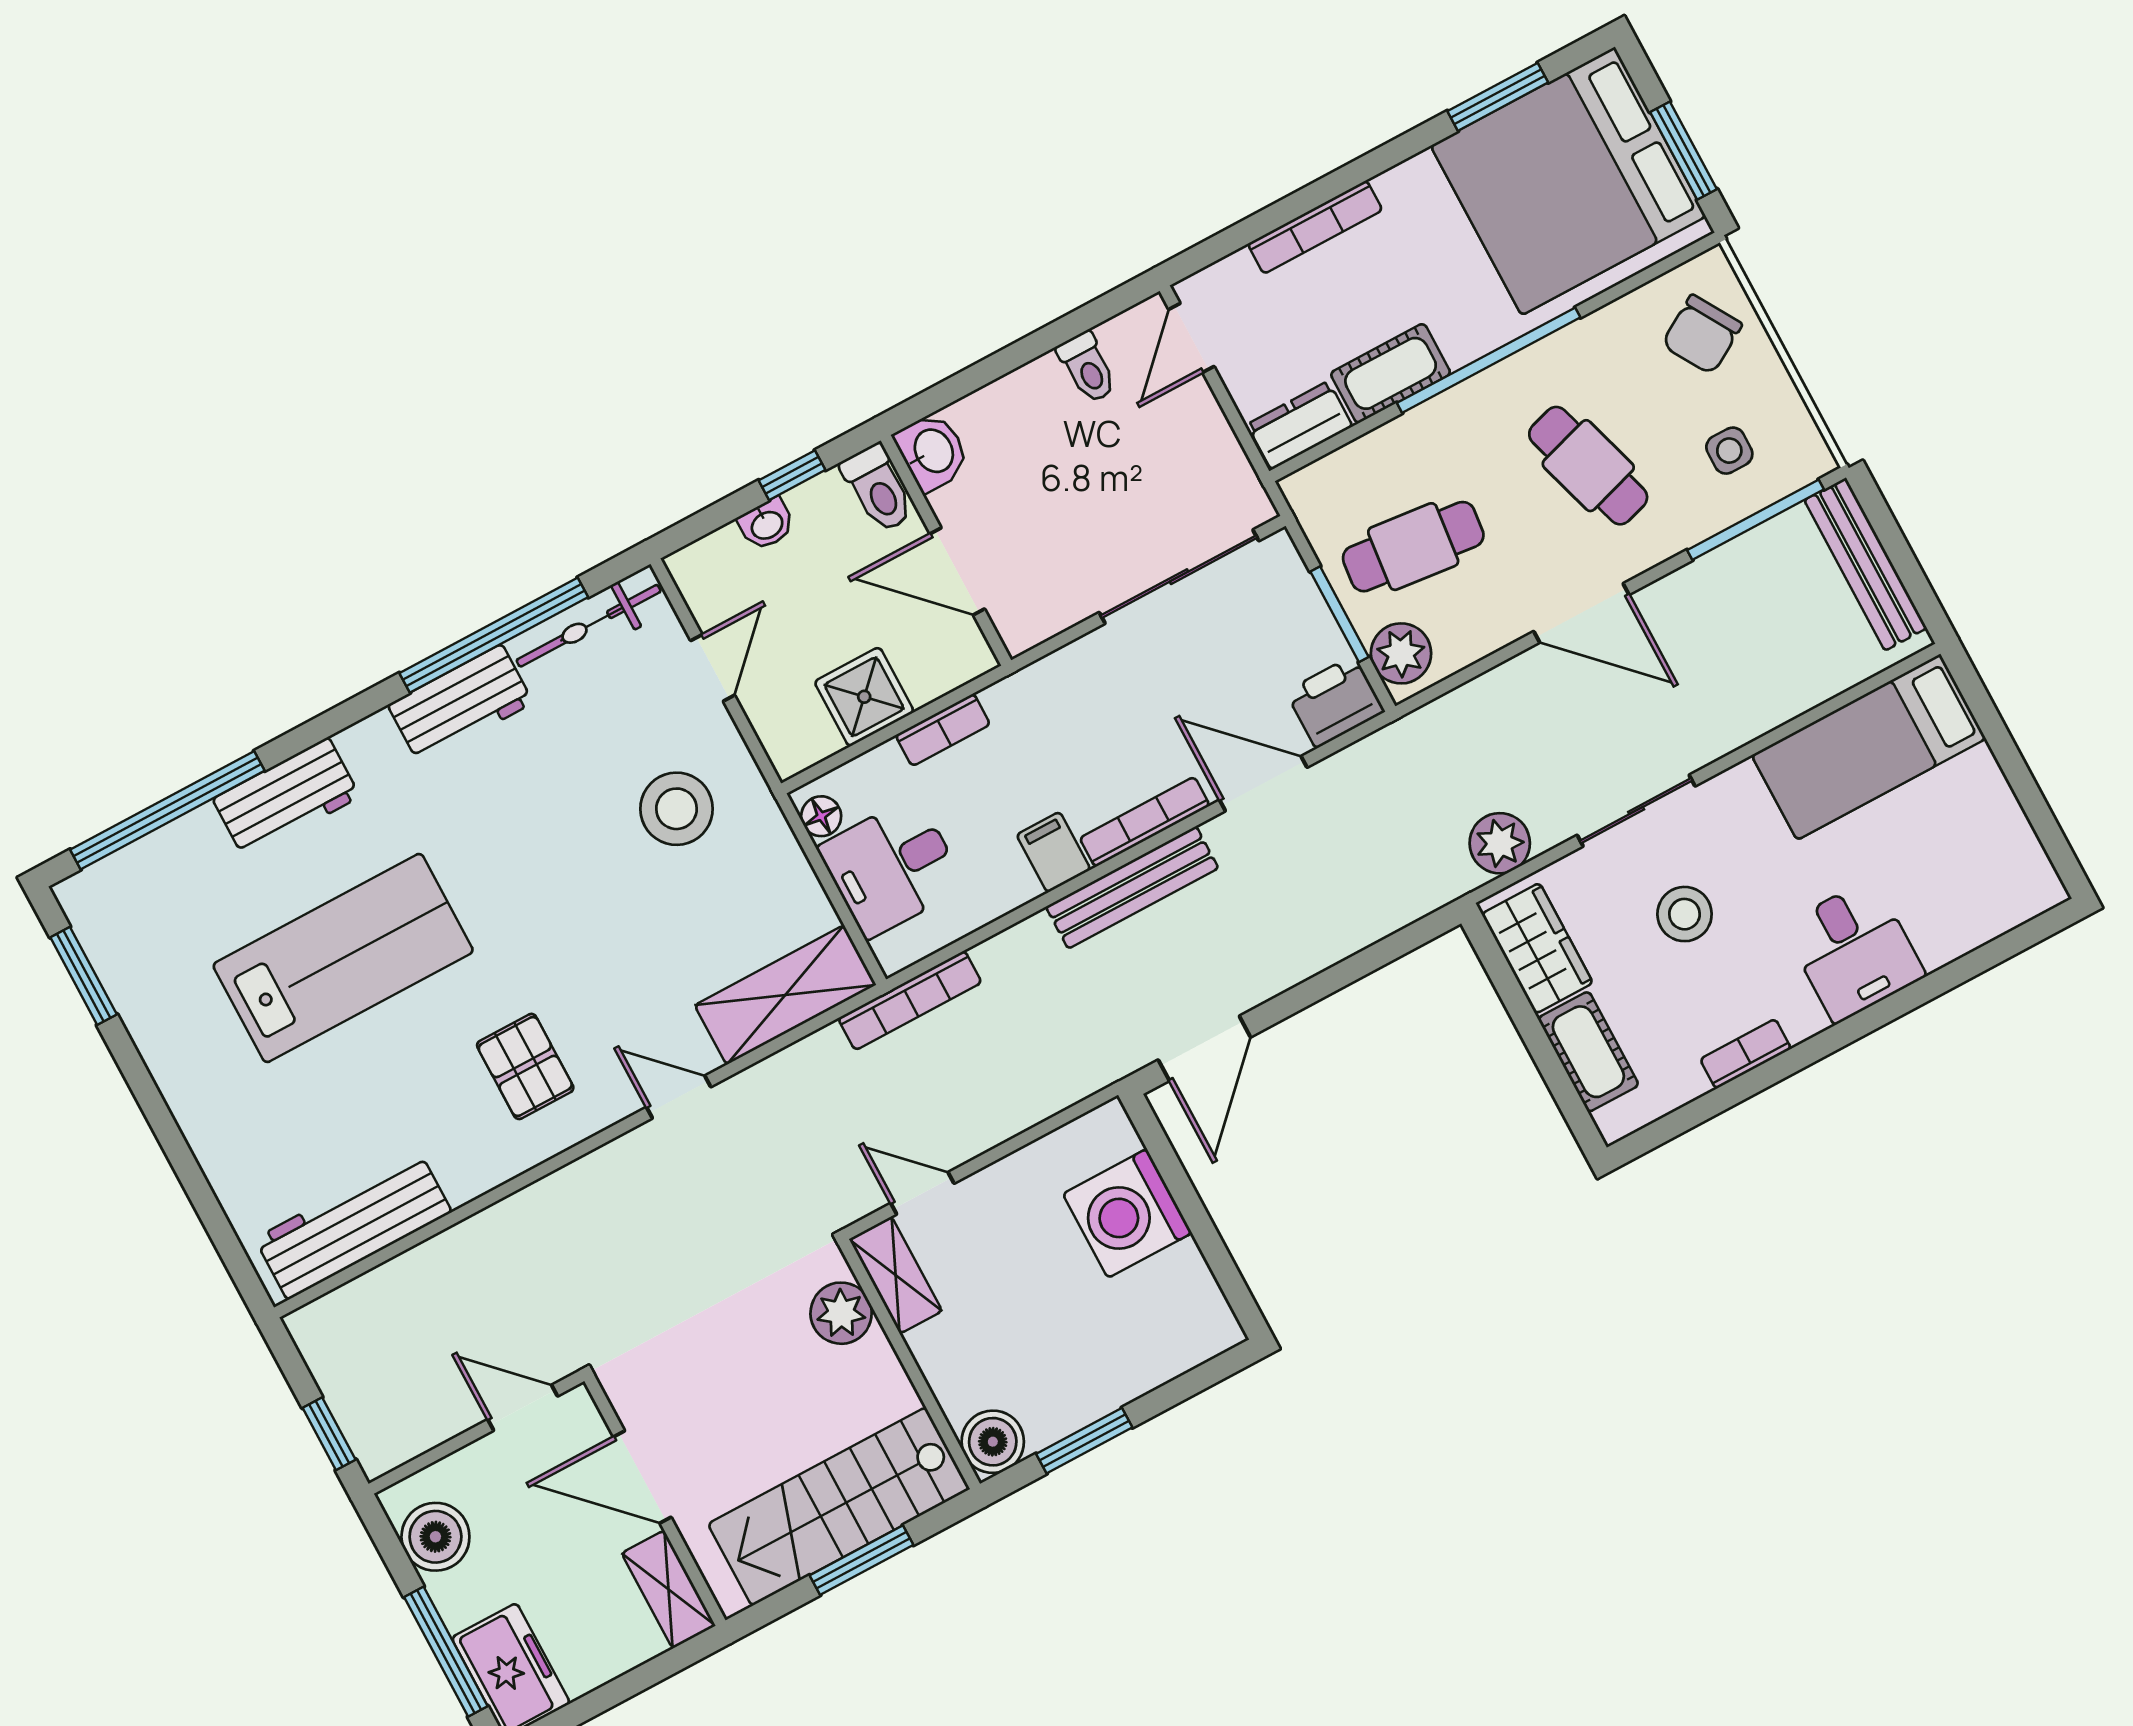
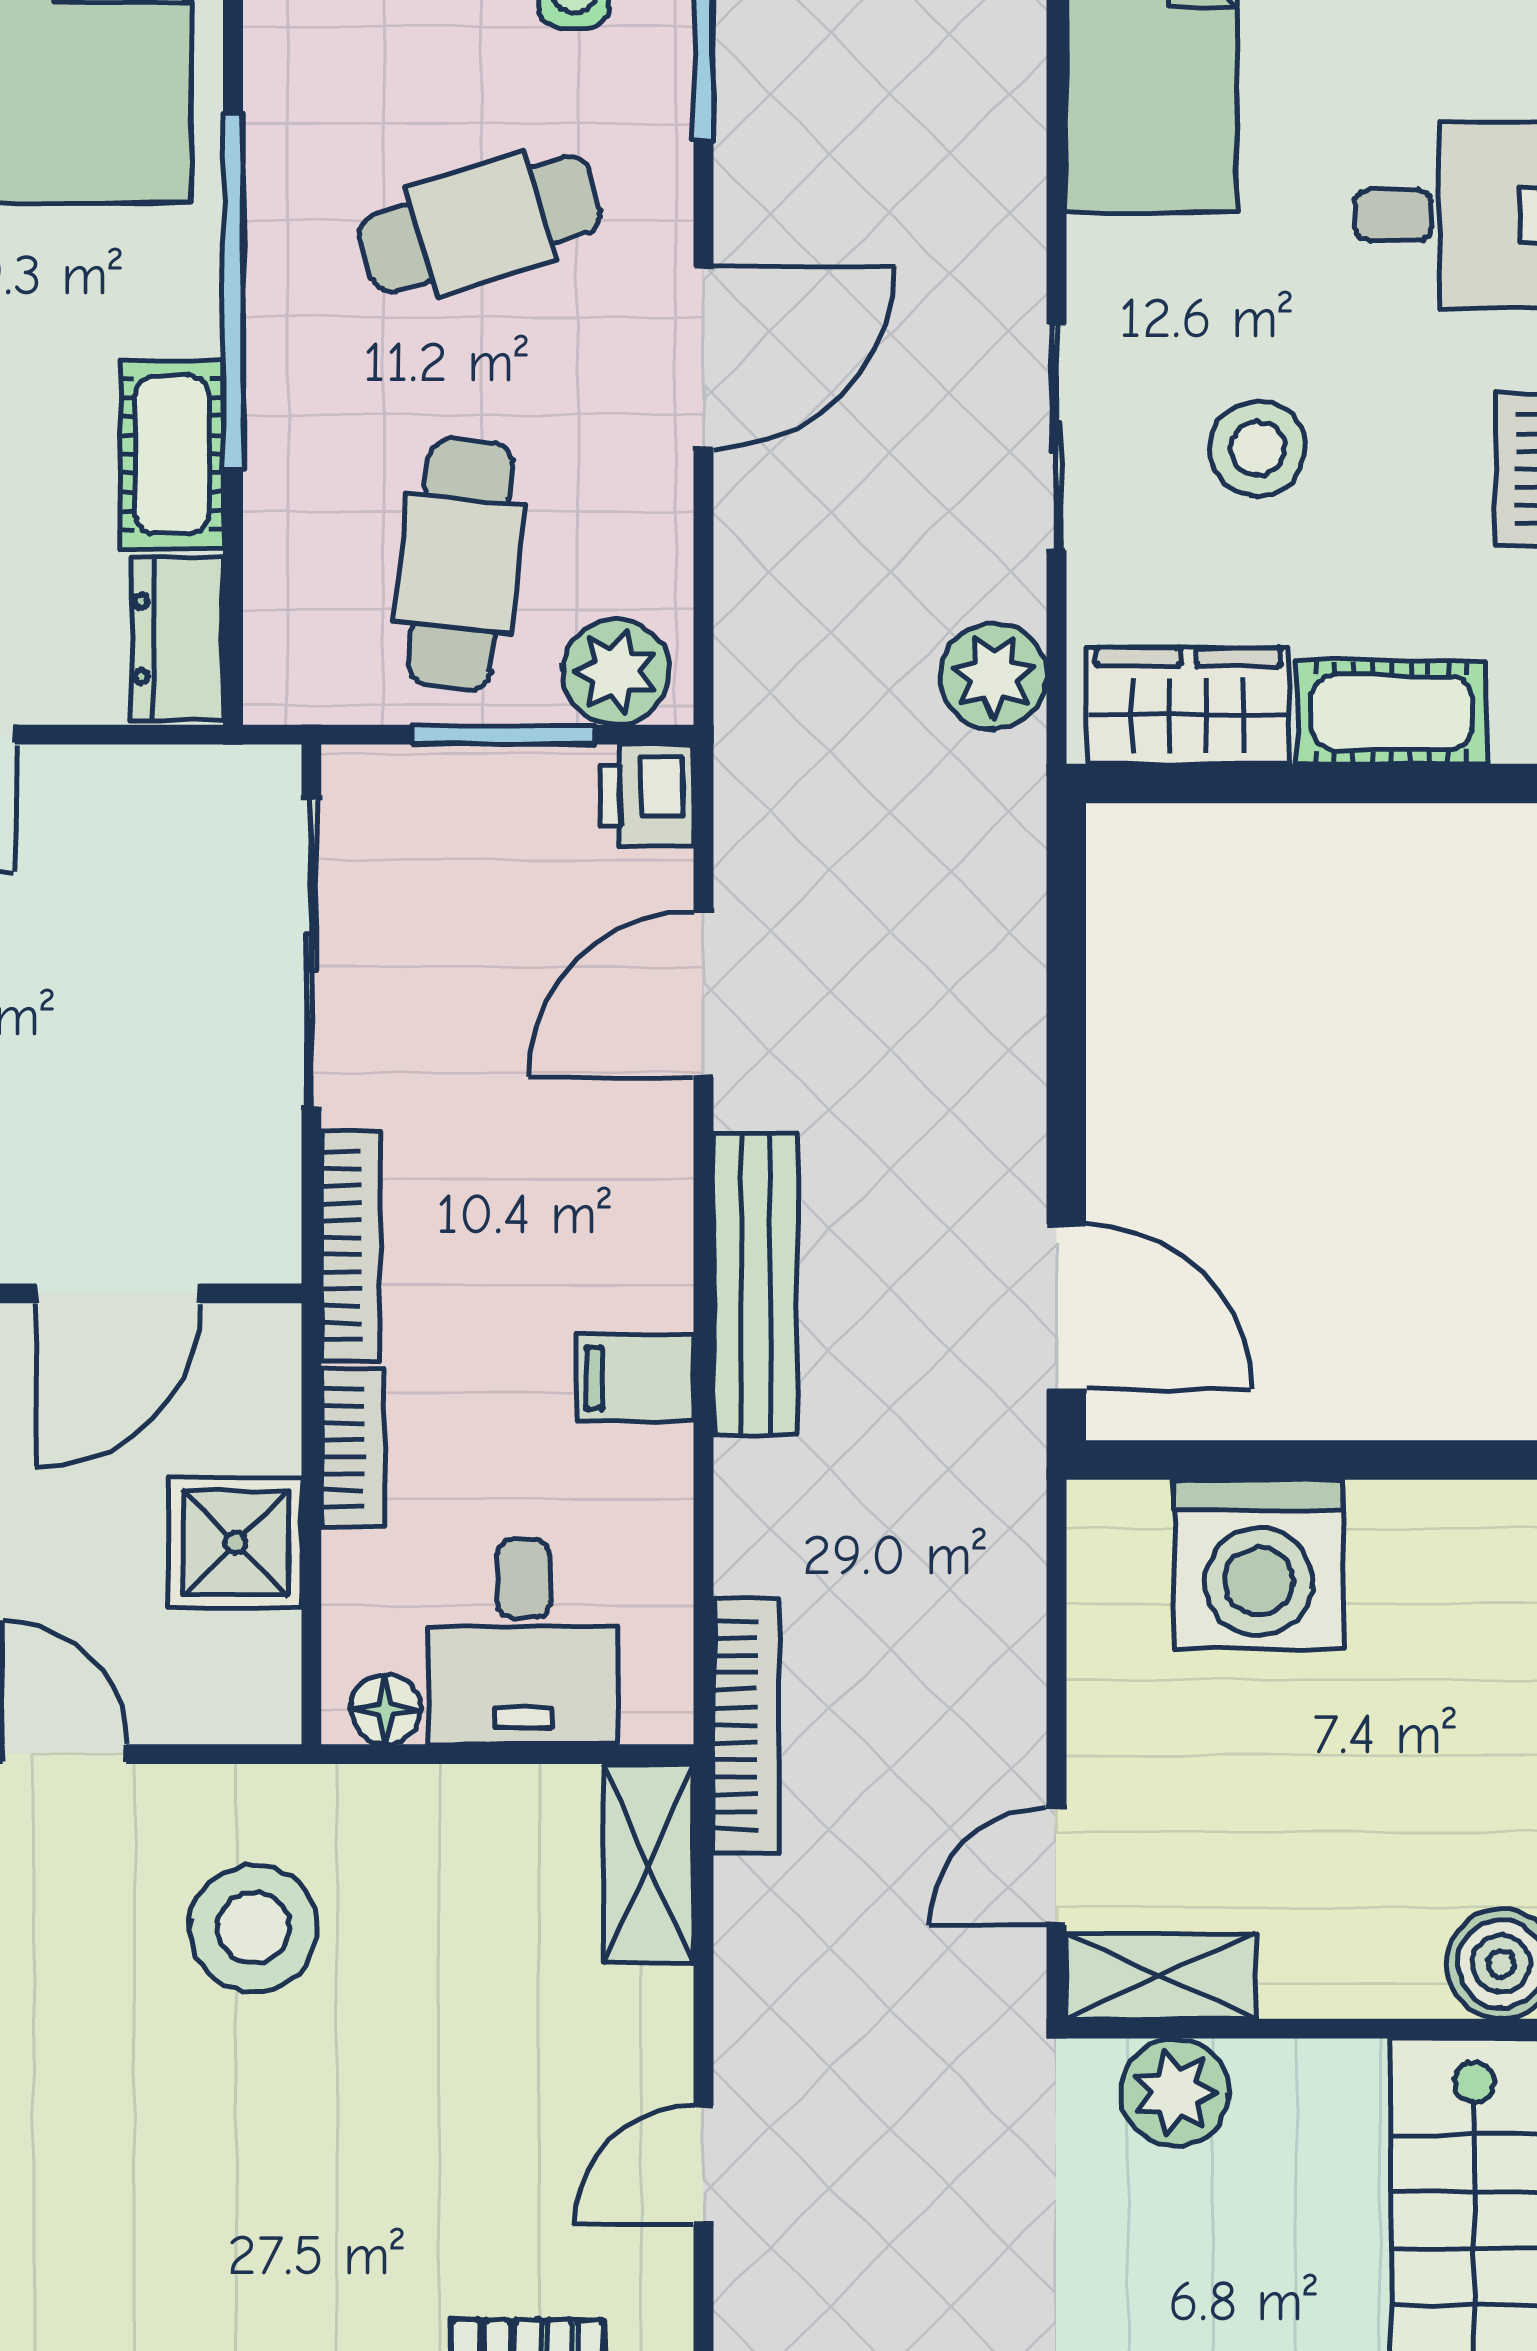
printer: (1335, 702) -> (647, 796), width x0.73, depth x0.81
bookcase: (1145, 822) -> (351, 1246), moved, turned 180
shelving: (785, 995) -> (649, 1864), width x0.67, depth x0.75

